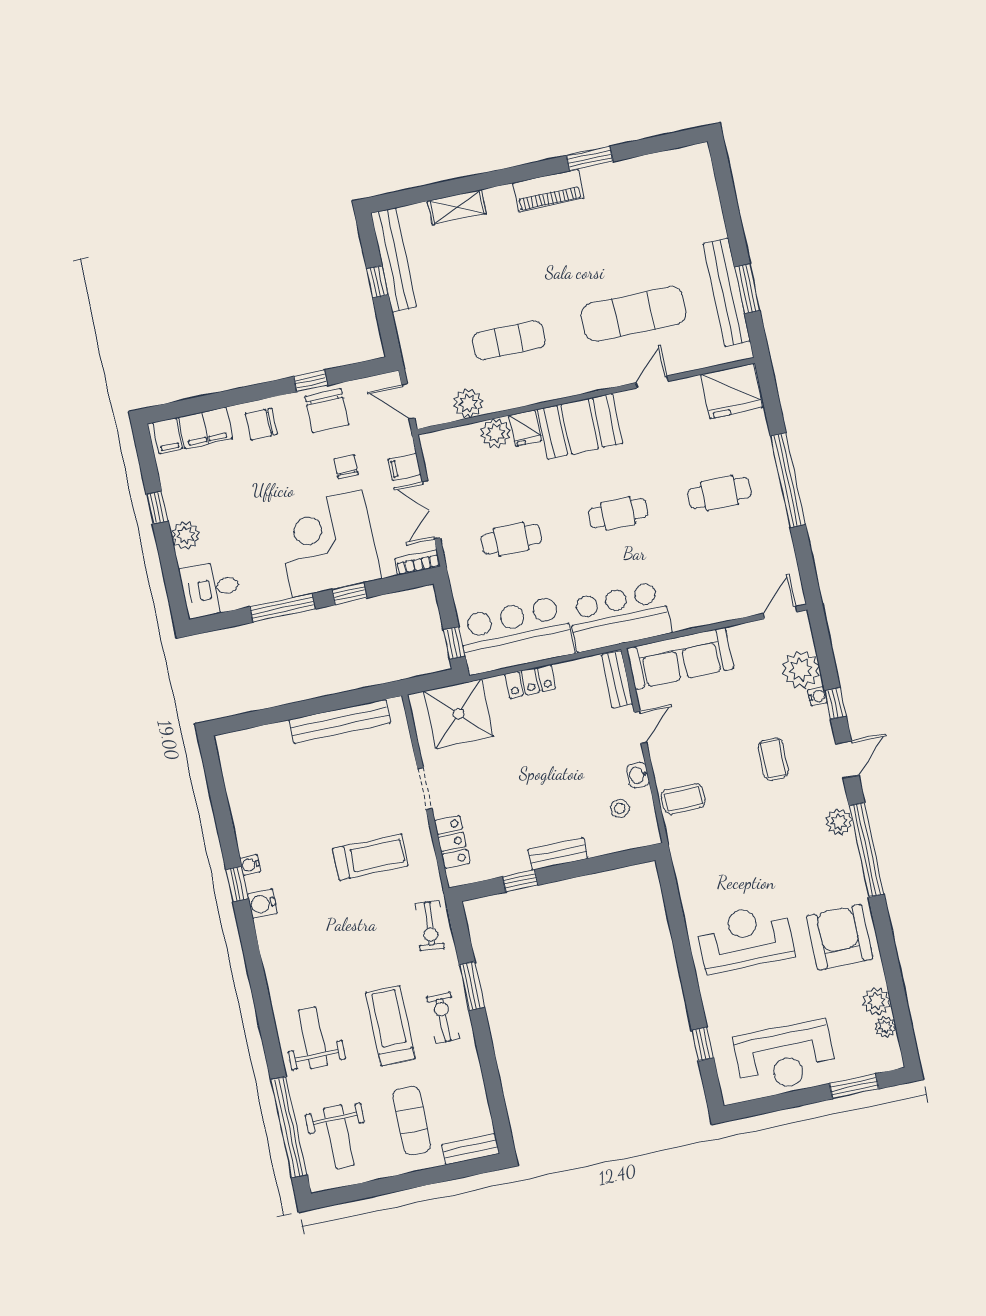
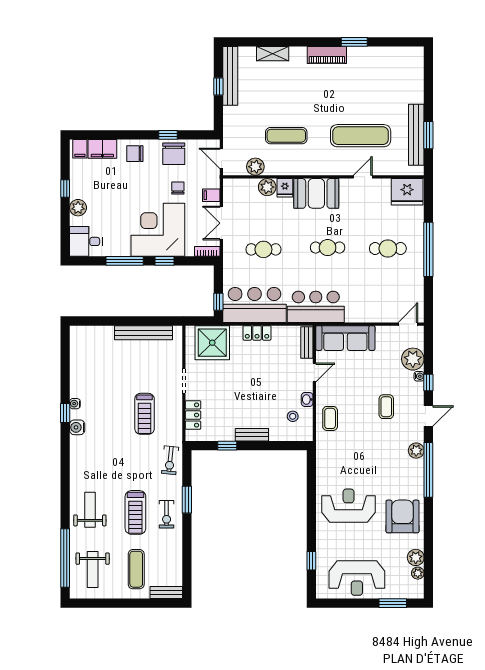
coffee table: (683, 799) -> (330, 418), turned 90
treadmill: (370, 857) -> (145, 414), turned 90
exercise bike: (443, 1018) -> (167, 514), turned 180
treadmill: (390, 1026) -> (135, 512), turned 180

